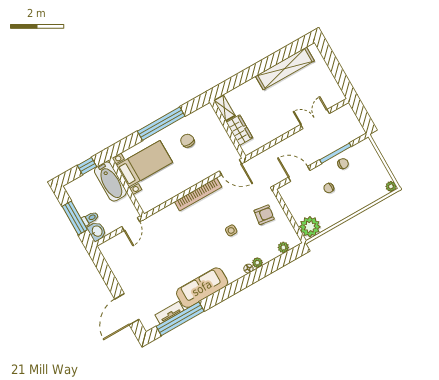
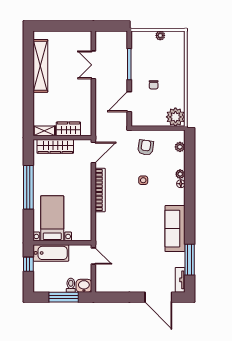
wardrobe: (215, 127) -> (55, 146), added
chair: (187, 141) -> (53, 174), removed
chair: (343, 164) -> (141, 63), removed
plant: (391, 186) -> (160, 35), moved
tv unit: (170, 313) -> (180, 280), moved
window: (180, 319) -> (190, 260), width x0.68

